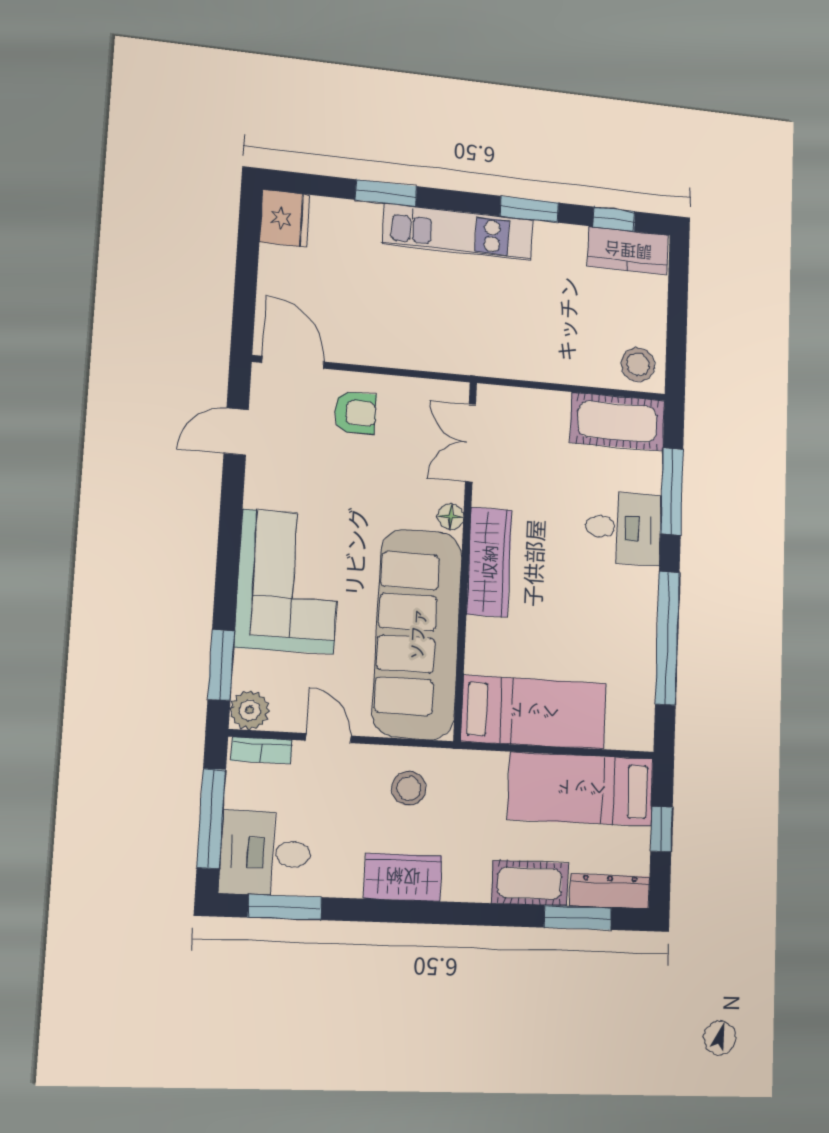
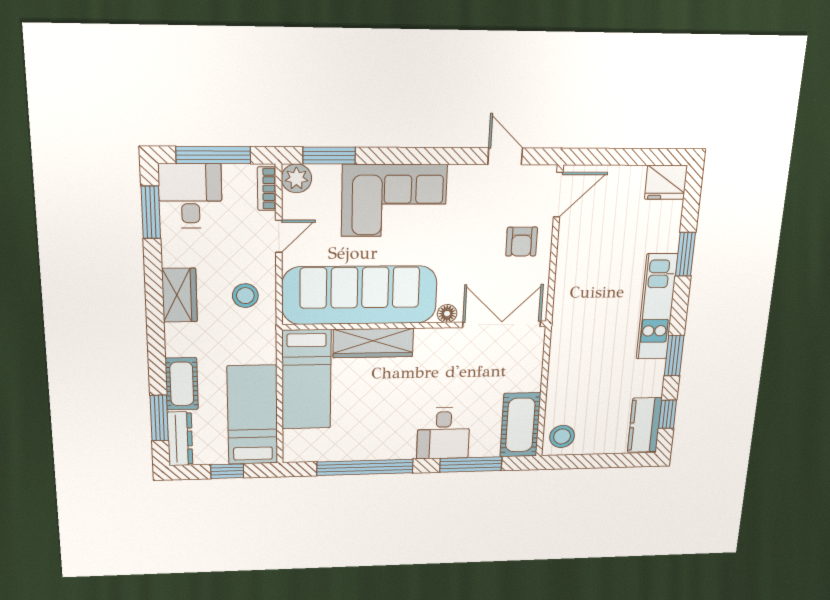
double door: (471, 443) -> (502, 324), width x1.37
wardrobe: (489, 562) -> (373, 343), moved

